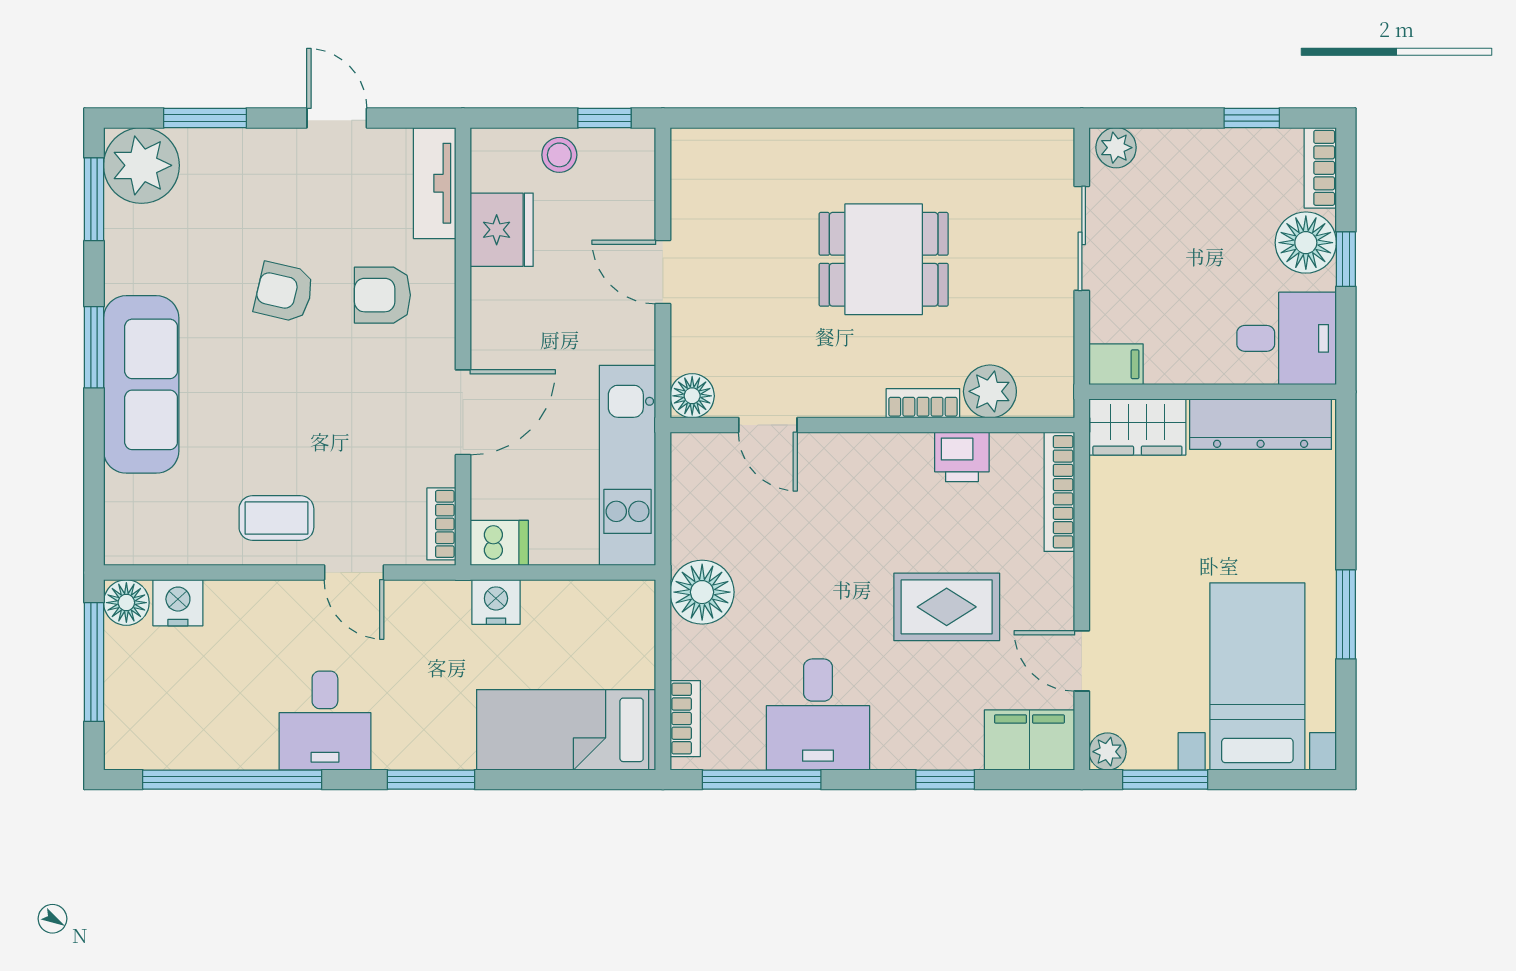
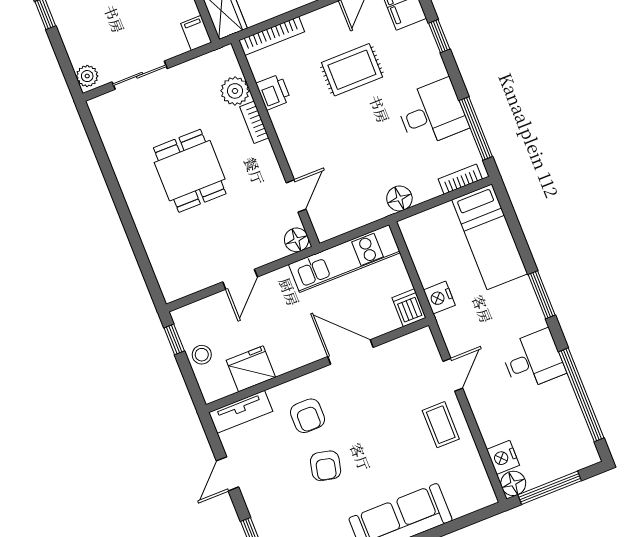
bookcase: (441, 524) -> (411, 341), removed
floor lamp: (702, 592) -> (399, 198), width x0.73, depth x0.73
rug: (947, 607) -> (352, 70), turned 90

